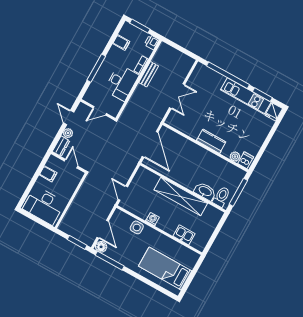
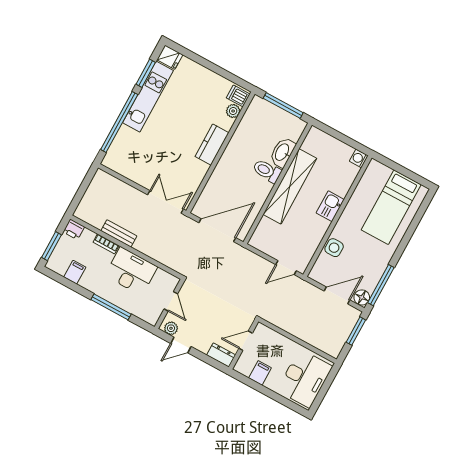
double door: (177, 96) -> (166, 202), moved
plant: (68, 133) -> (171, 328), moved
toilet: (221, 197) -> (267, 171), moved
washing machine: (152, 219) -> (359, 158), moved
kitchen sink: (184, 235) -> (330, 206), moved

